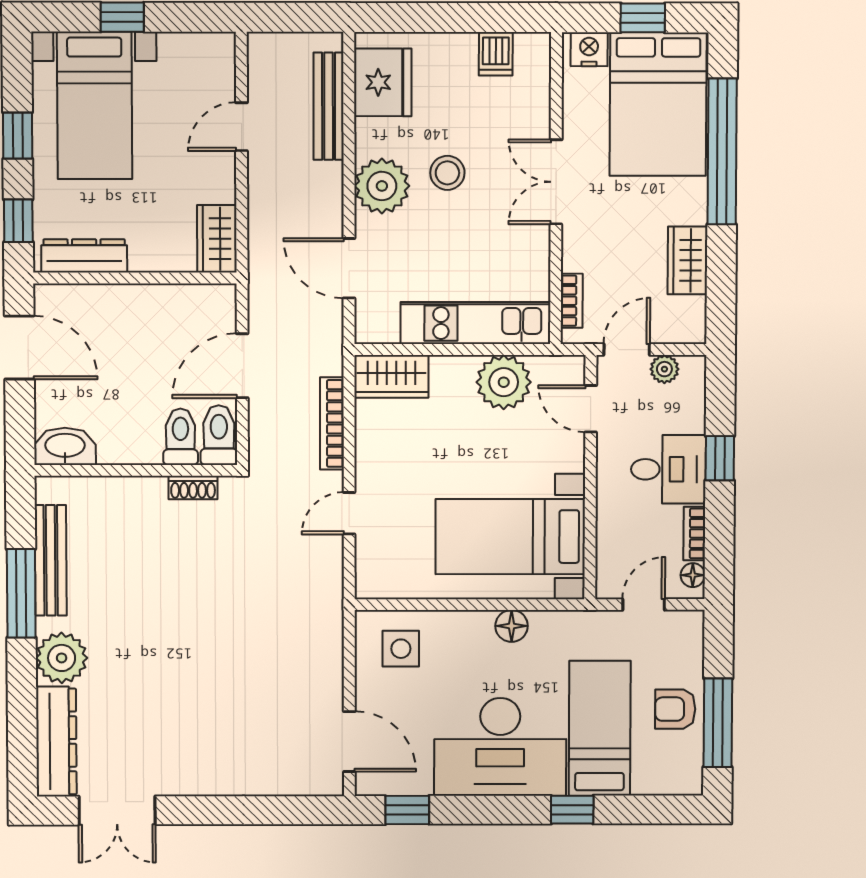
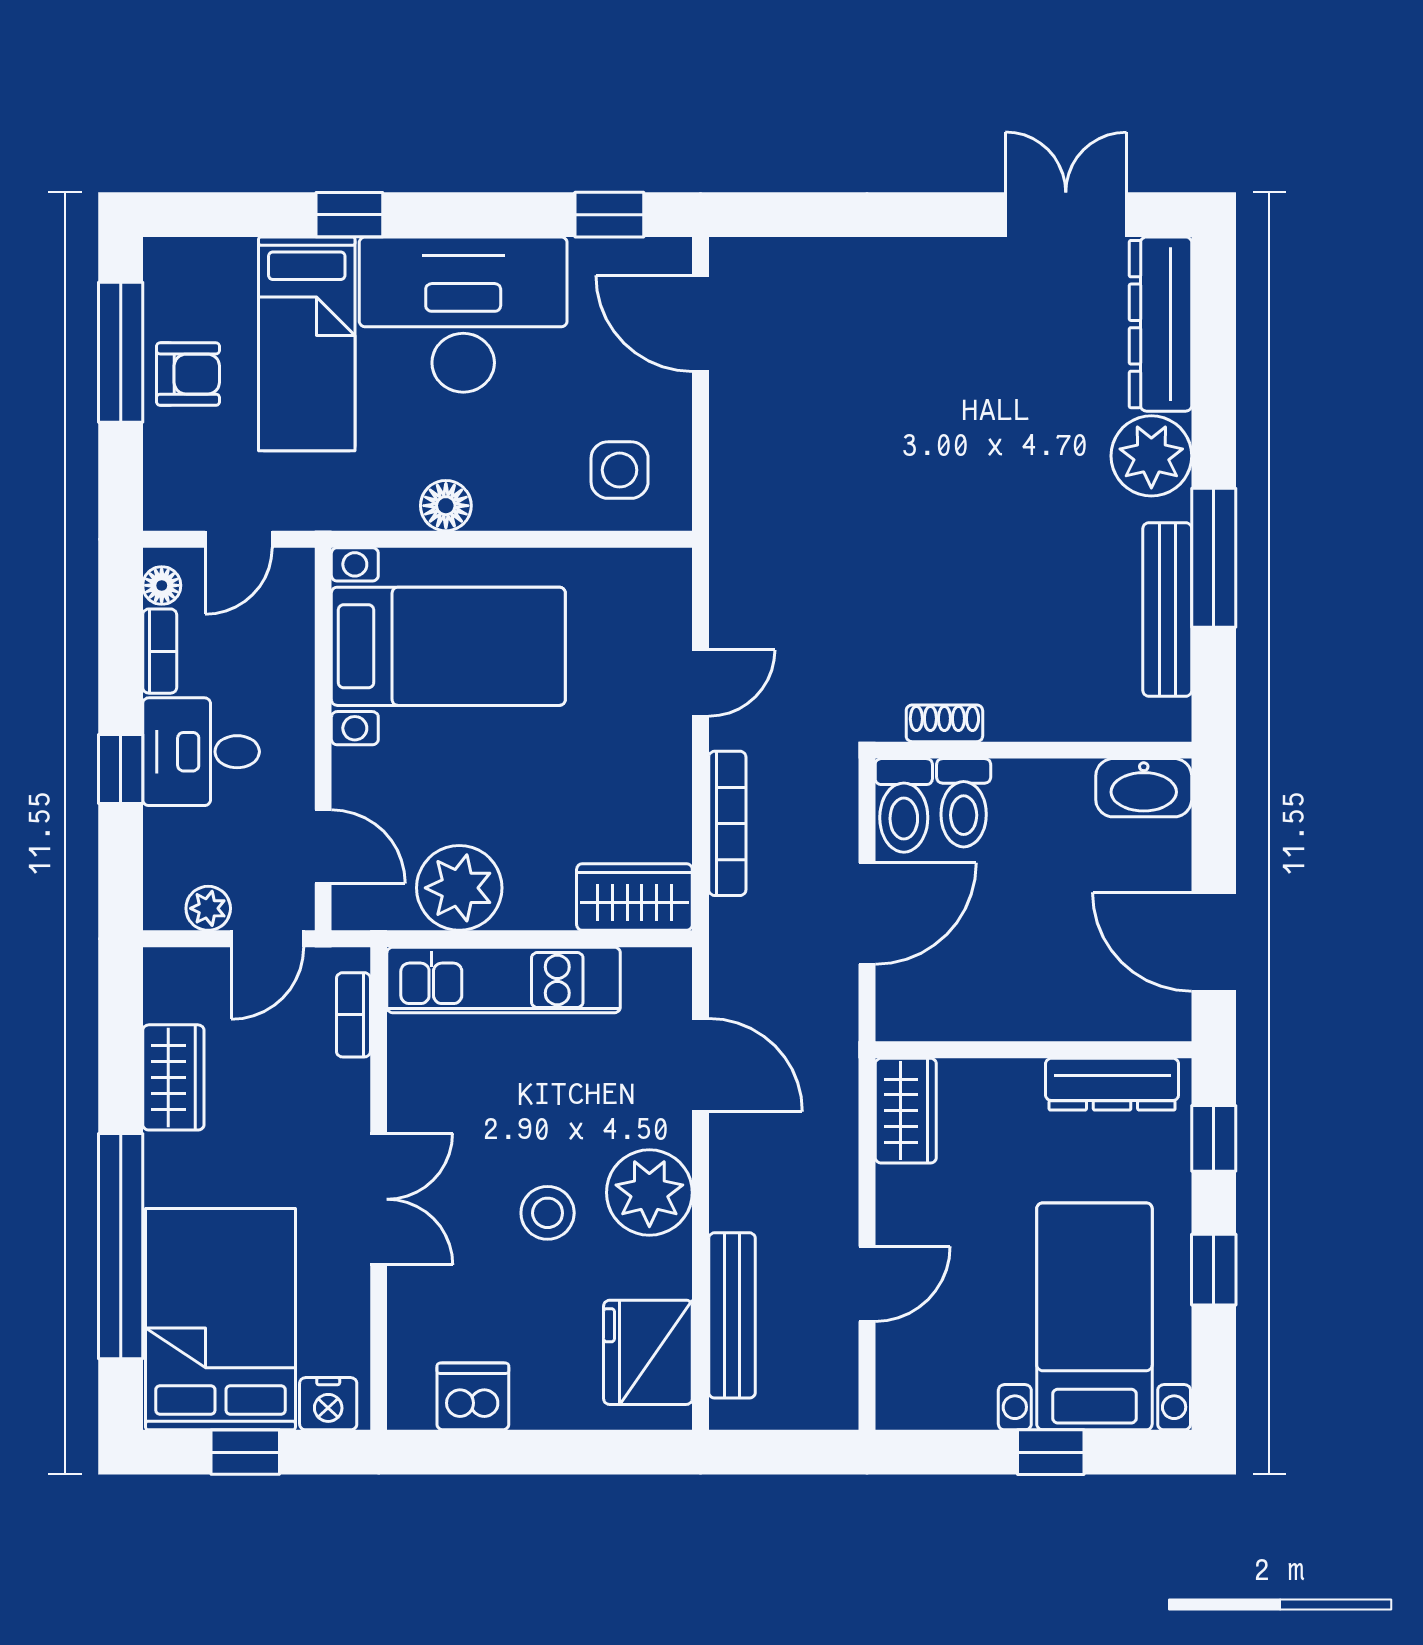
dishwasher: (496, 54) -> (473, 1396), width x1.38

